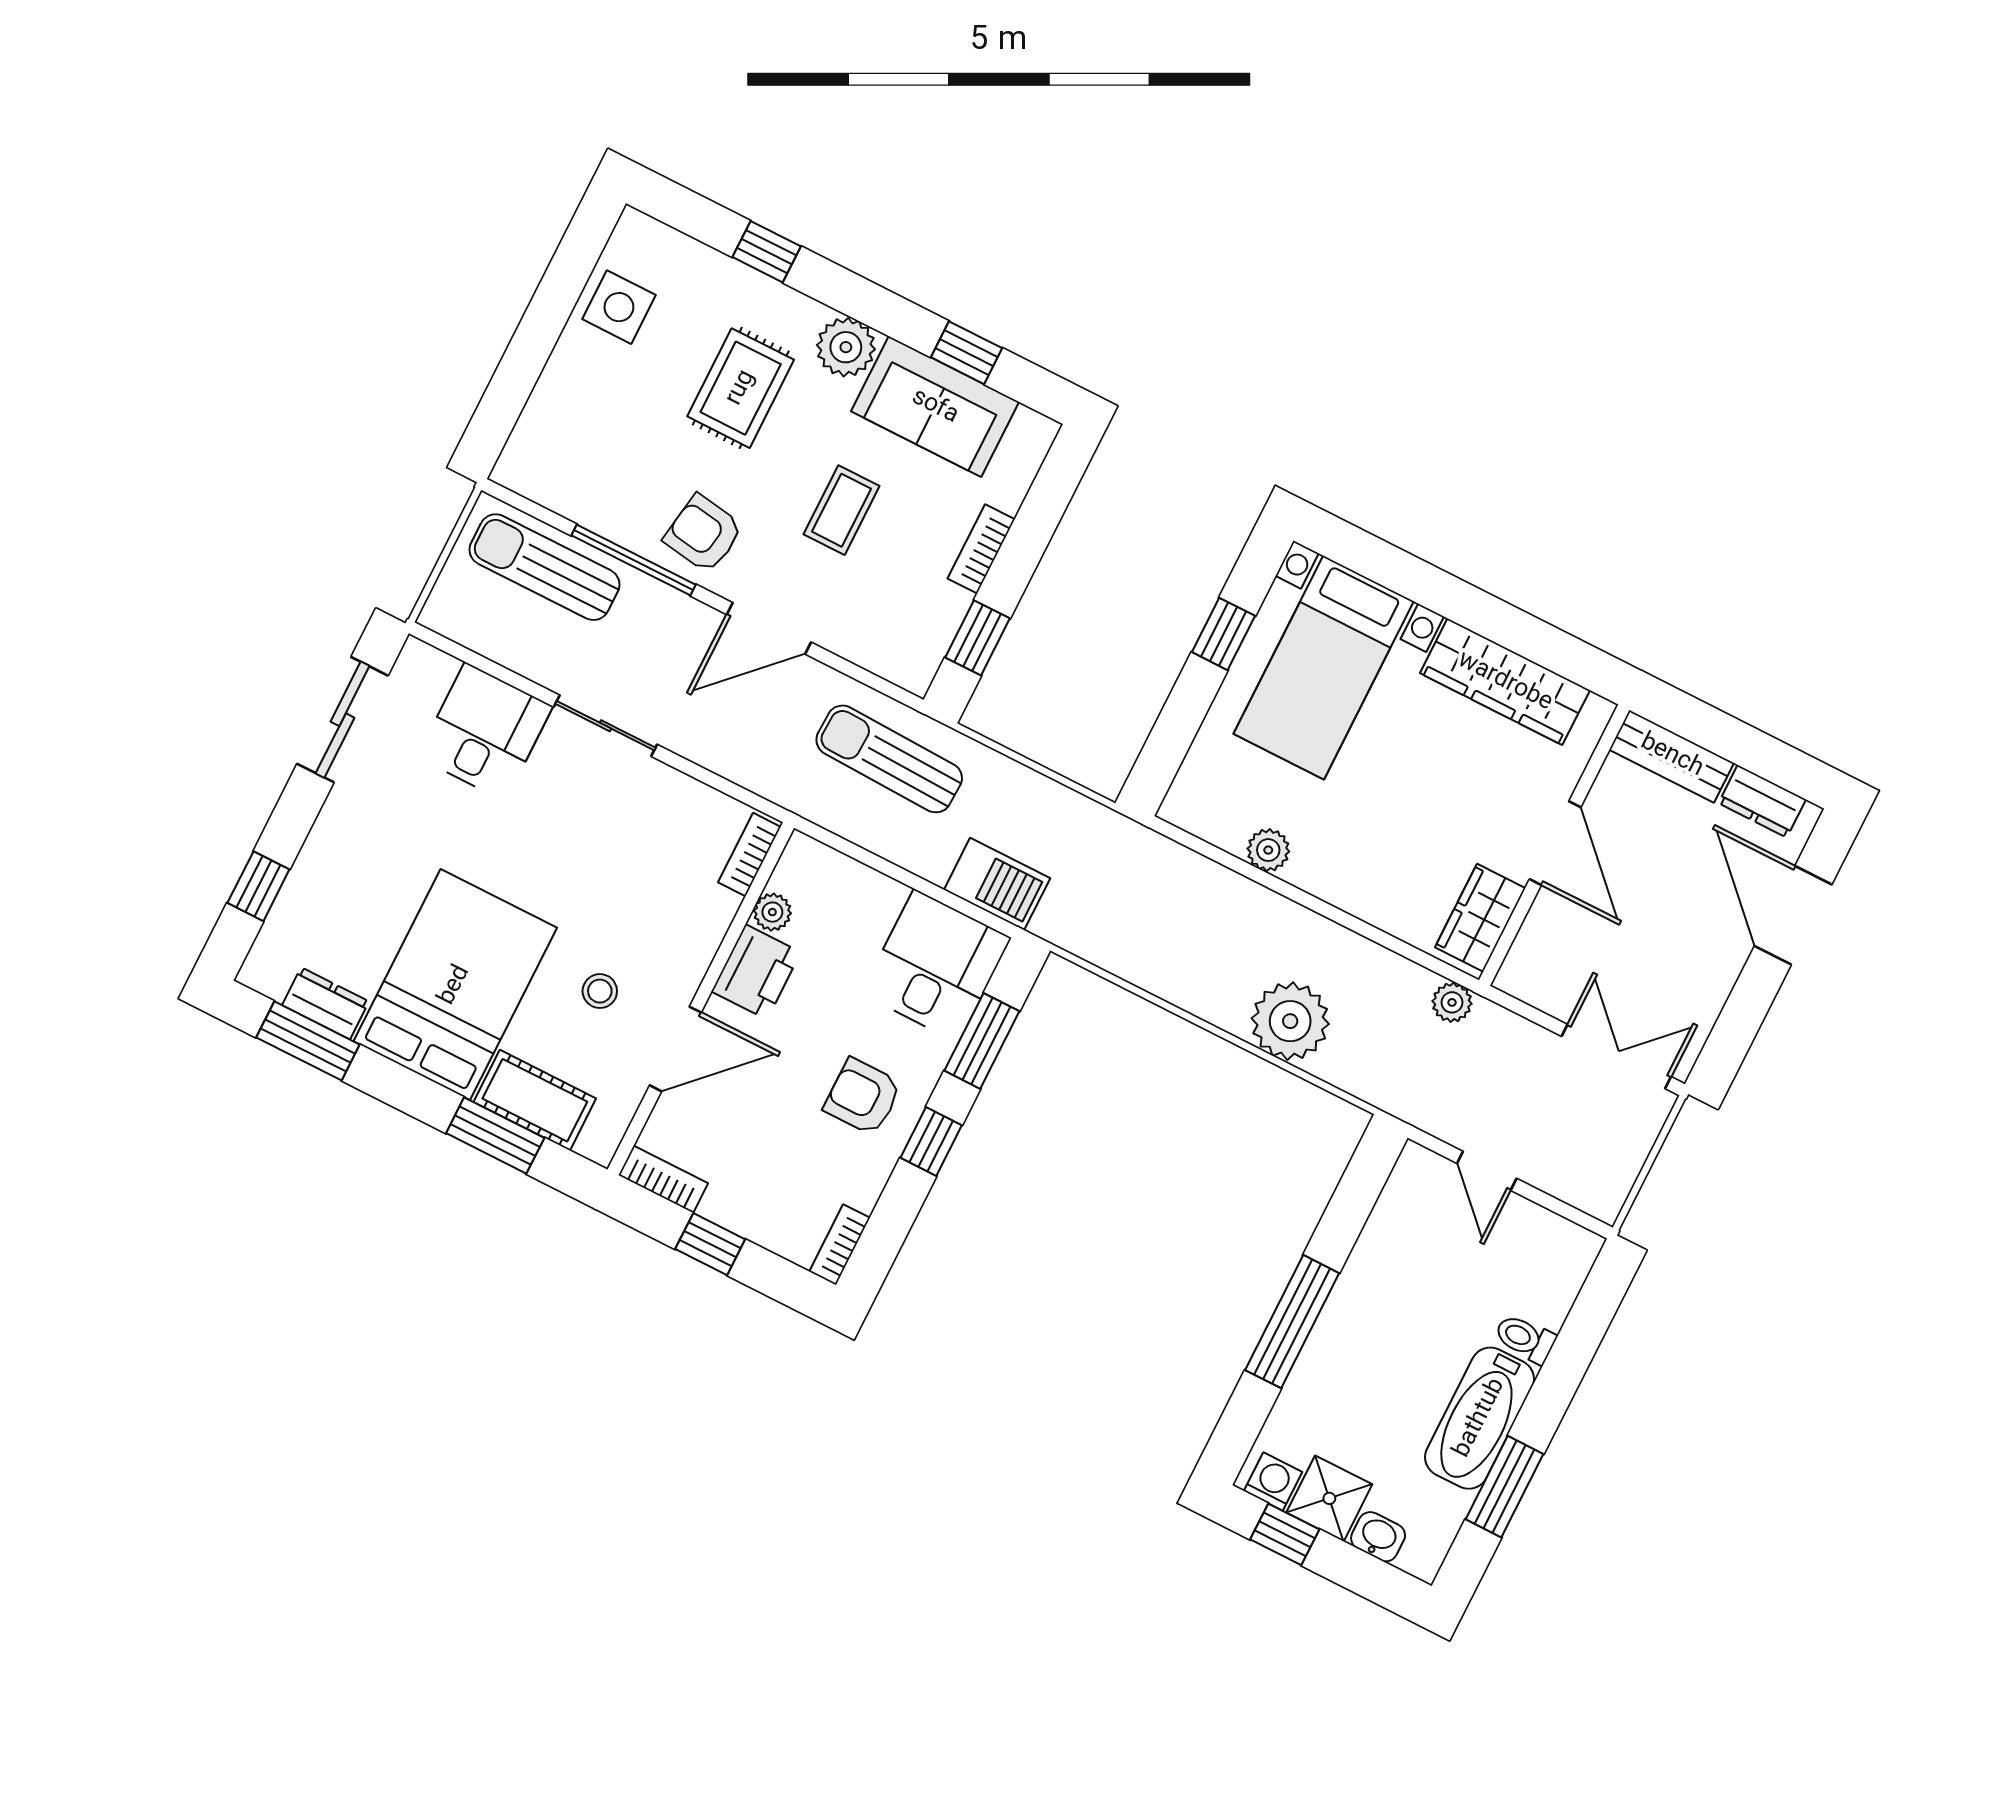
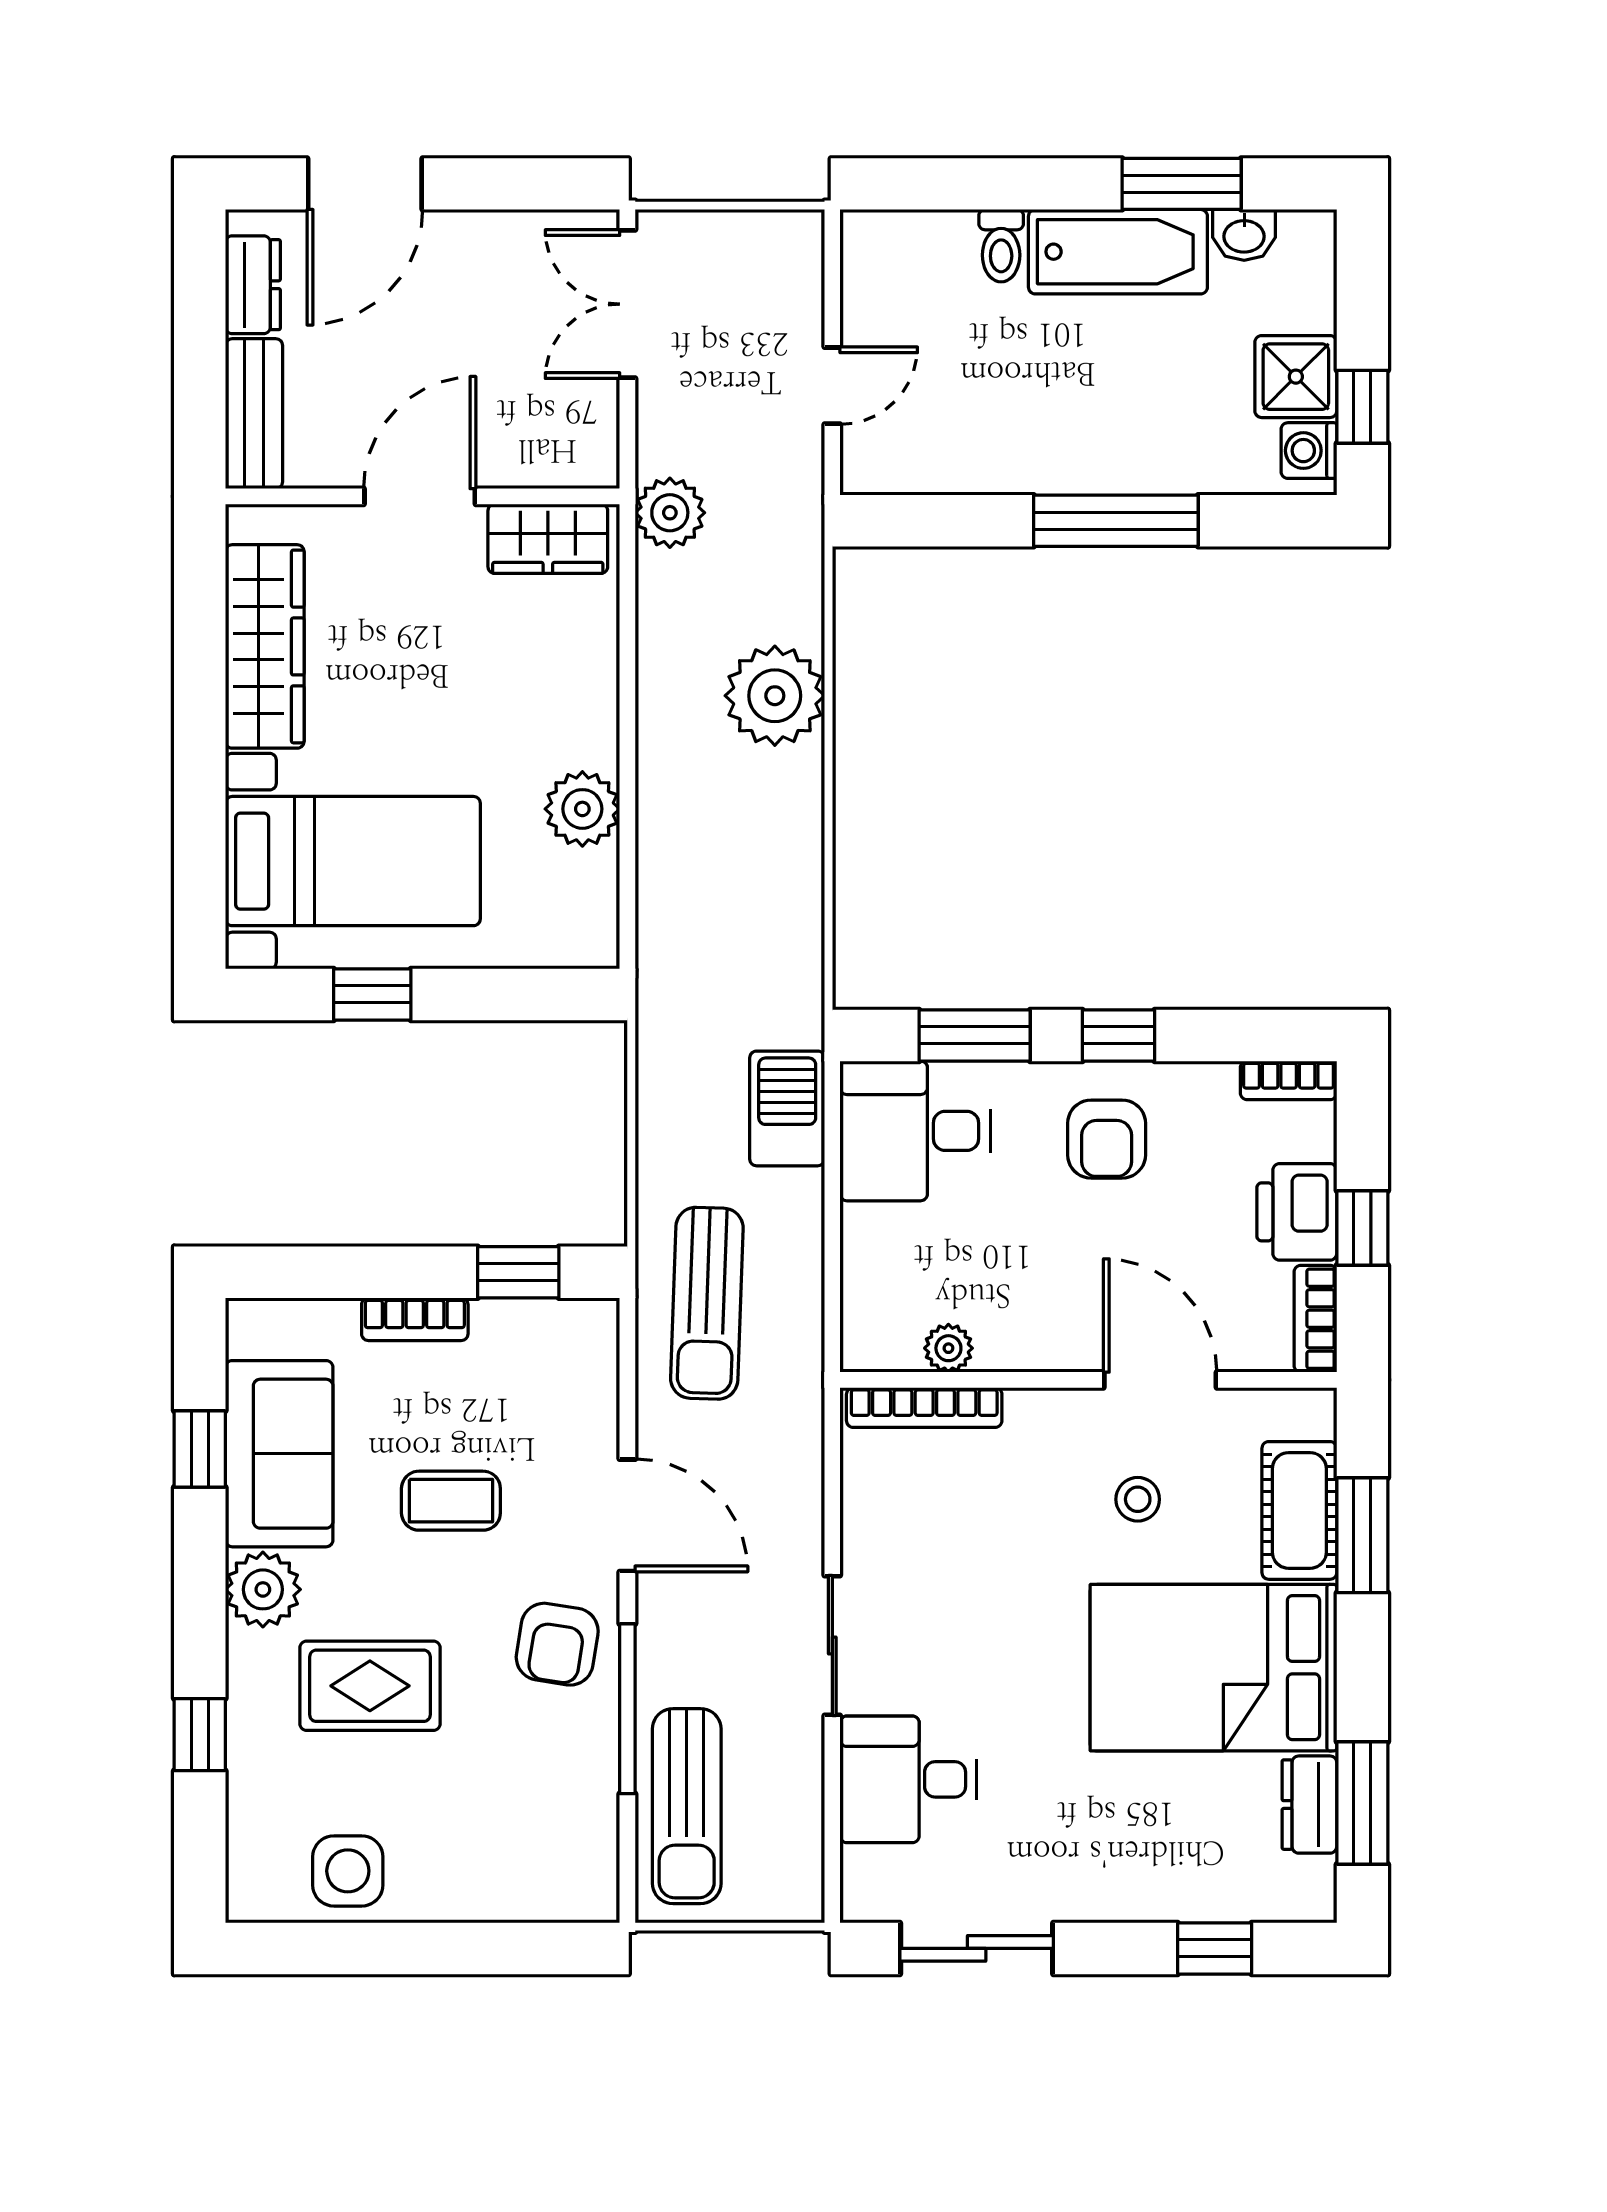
plant: (1268, 850) -> (582, 809), width x1.38, depth x1.38
bookcase: (749, 855) -> (924, 1407), width x1.56
printer: (756, 972) -> (1297, 1212), moved, turned -90
plant: (1452, 1002) -> (670, 513), width x1.38, depth x1.38
washbasin: (1378, 1537) -> (1244, 235), moved, turned -90

